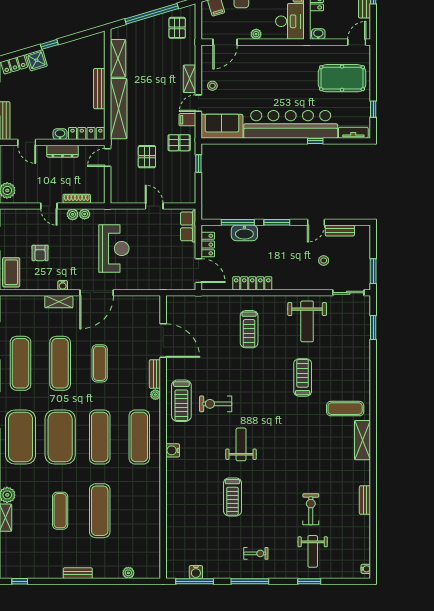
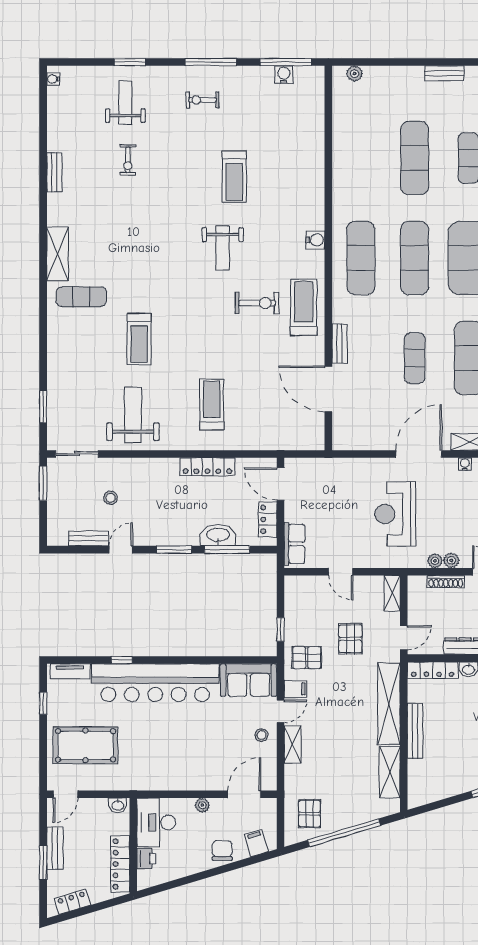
shelving: (116, 190) -> (392, 593), added
plant: (155, 395) -> (339, 316), removed
treadmill: (232, 497) -> (234, 177), turned 180
exercise bike: (311, 509) -> (128, 160), width x0.73, depth x0.72
plant: (128, 573) -> (355, 74), moved

